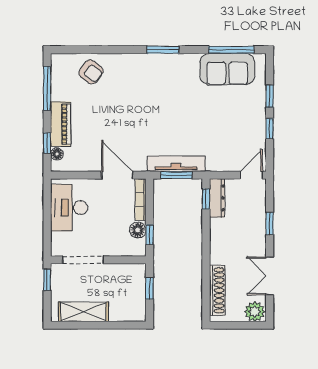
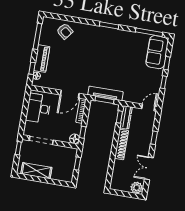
sofa: (227, 69) -> (157, 52), moved, turned 90
door: (117, 175) -> (70, 94), swing flipped
floor lamp: (138, 230) -> (75, 139), moved
shoe rack: (217, 290) -> (121, 144), moved

